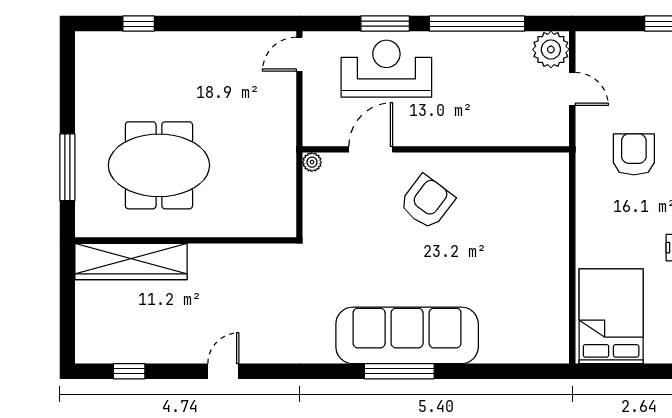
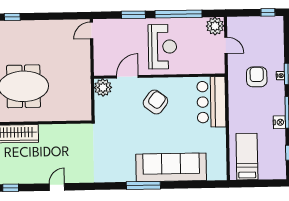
reception desk: (386, 69) -> (162, 47), moved, turned 90
plant: (312, 162) -> (103, 87), width x1.88, depth x1.88
bar counter: (541, 204) -> (211, 102), added
bed: (611, 316) -> (247, 157), width x0.67
sofa: (407, 335) -> (171, 167), moved

